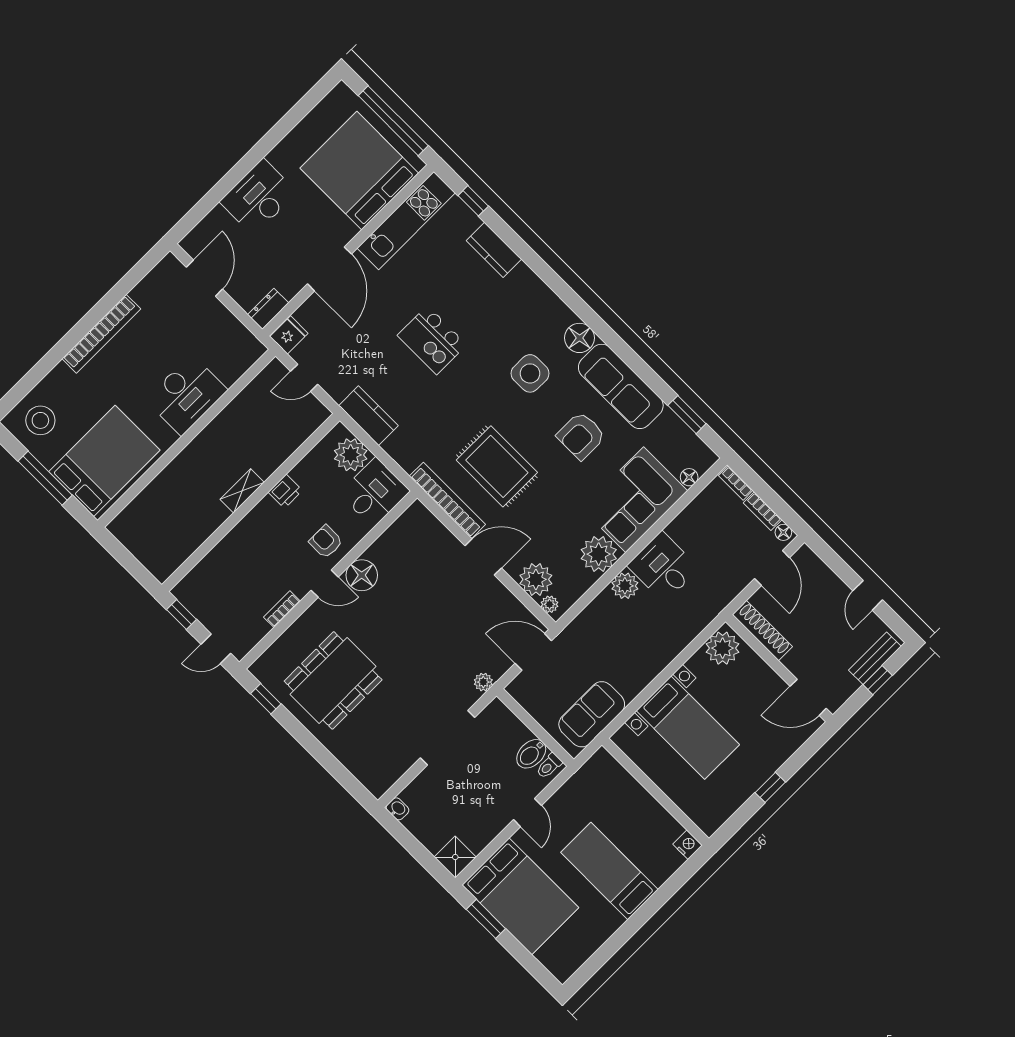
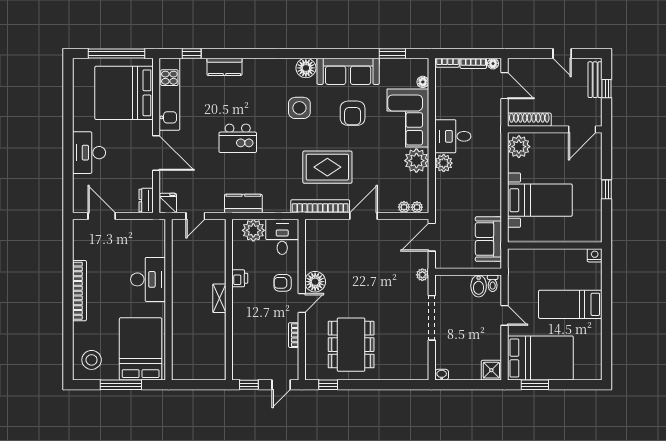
plant: (536, 579) -> (404, 207), width x0.53, depth x0.53

